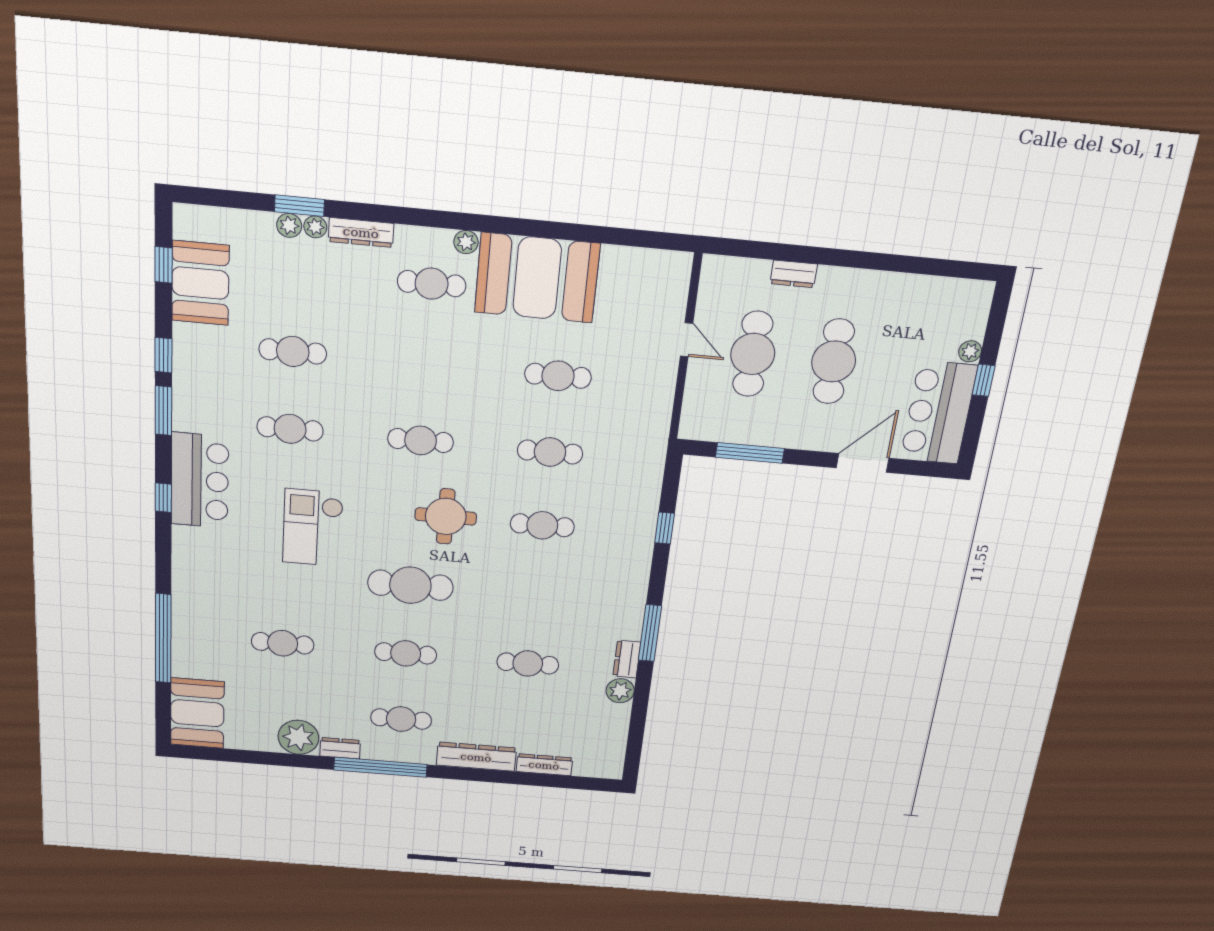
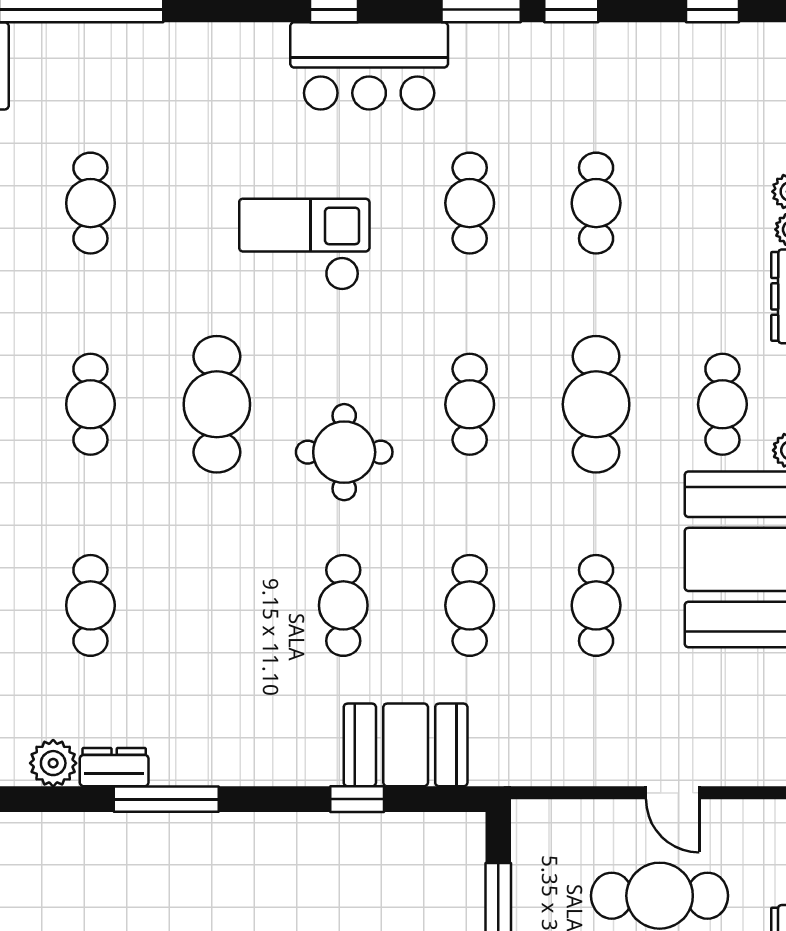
booth: (200, 283) -> (406, 745), moved
door: (687, 340) -> (672, 793), hinge flipped
cafe table: (426, 364) -> (596, 404), added

